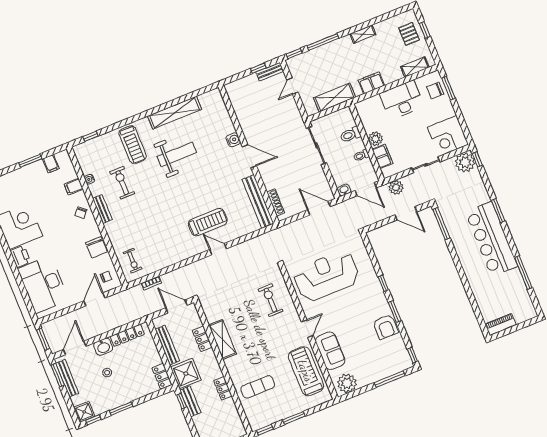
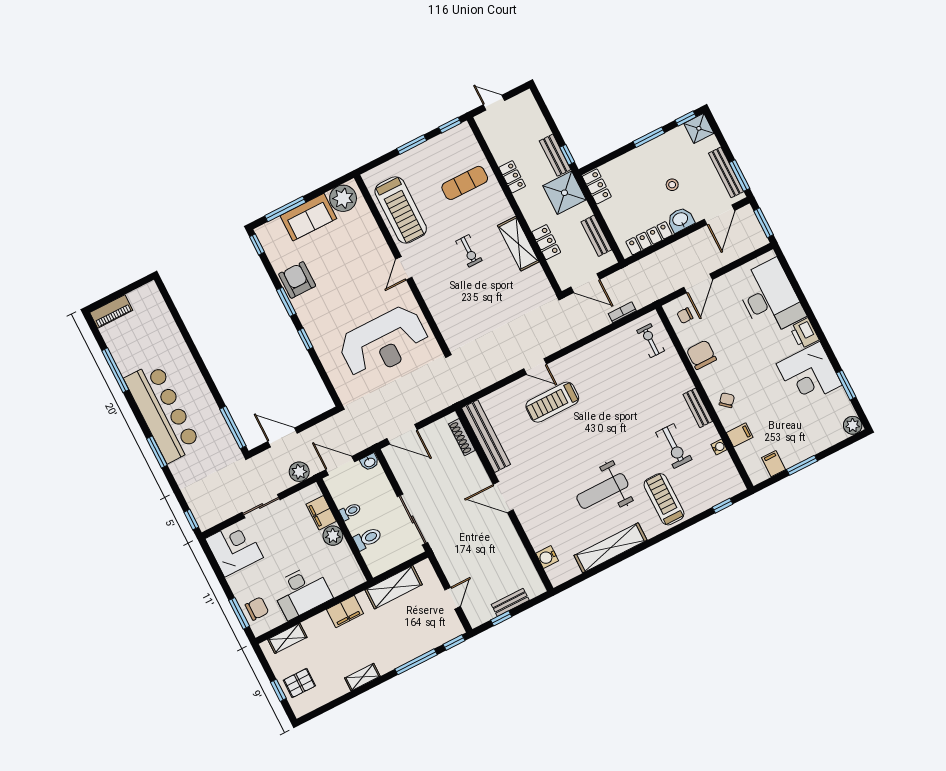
pallet: (409, 34) -> (299, 683), turned 90
bench: (270, 72) -> (510, 602), moved
water cooler: (233, 140) -> (547, 557), moved
plant: (465, 162) -> (208, 514), removed
exercise bike: (271, 300) -> (469, 251), moved, width x0.73, depth x0.72
piano: (501, 324) -> (111, 311), moved
bench: (167, 345) -> (596, 236), width x0.73
sofa: (330, 351) -> (308, 217), moved, turned -90

